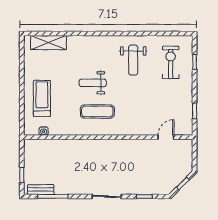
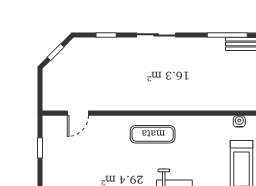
exercise mat: (97, 111) -> (153, 134), moved

